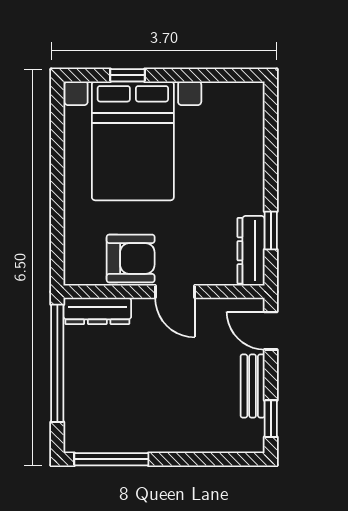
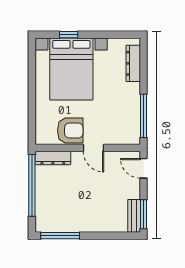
window: (271, 230) -> (144, 116), width x2.17
dresser: (251, 251) -> (133, 63), moved
bench: (253, 386) -> (134, 216), moved
window: (271, 419) -> (144, 214), width x1.50

